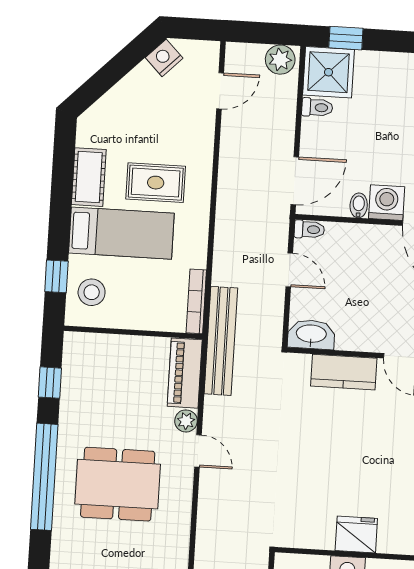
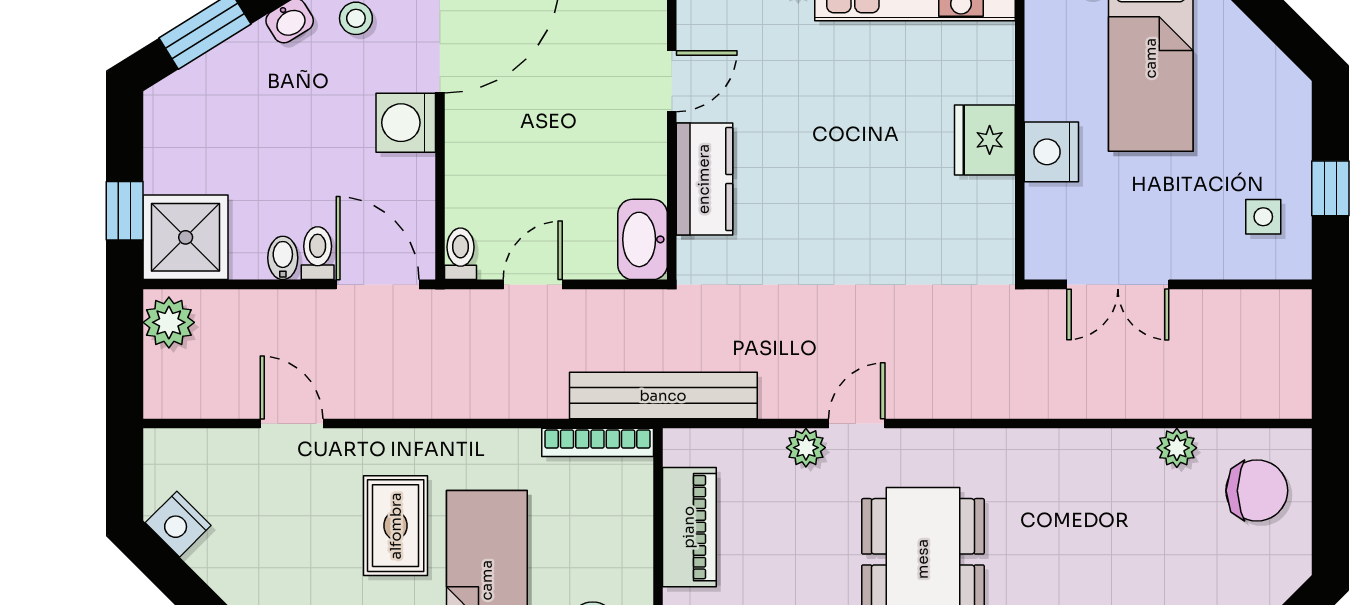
door: (220, 91) -> (292, 423), moved
toilet: (317, 107) -> (318, 253), moved
bidet: (359, 205) -> (283, 258), moved, turned 90
piano: (185, 373) -> (689, 527), moved, turned -90

